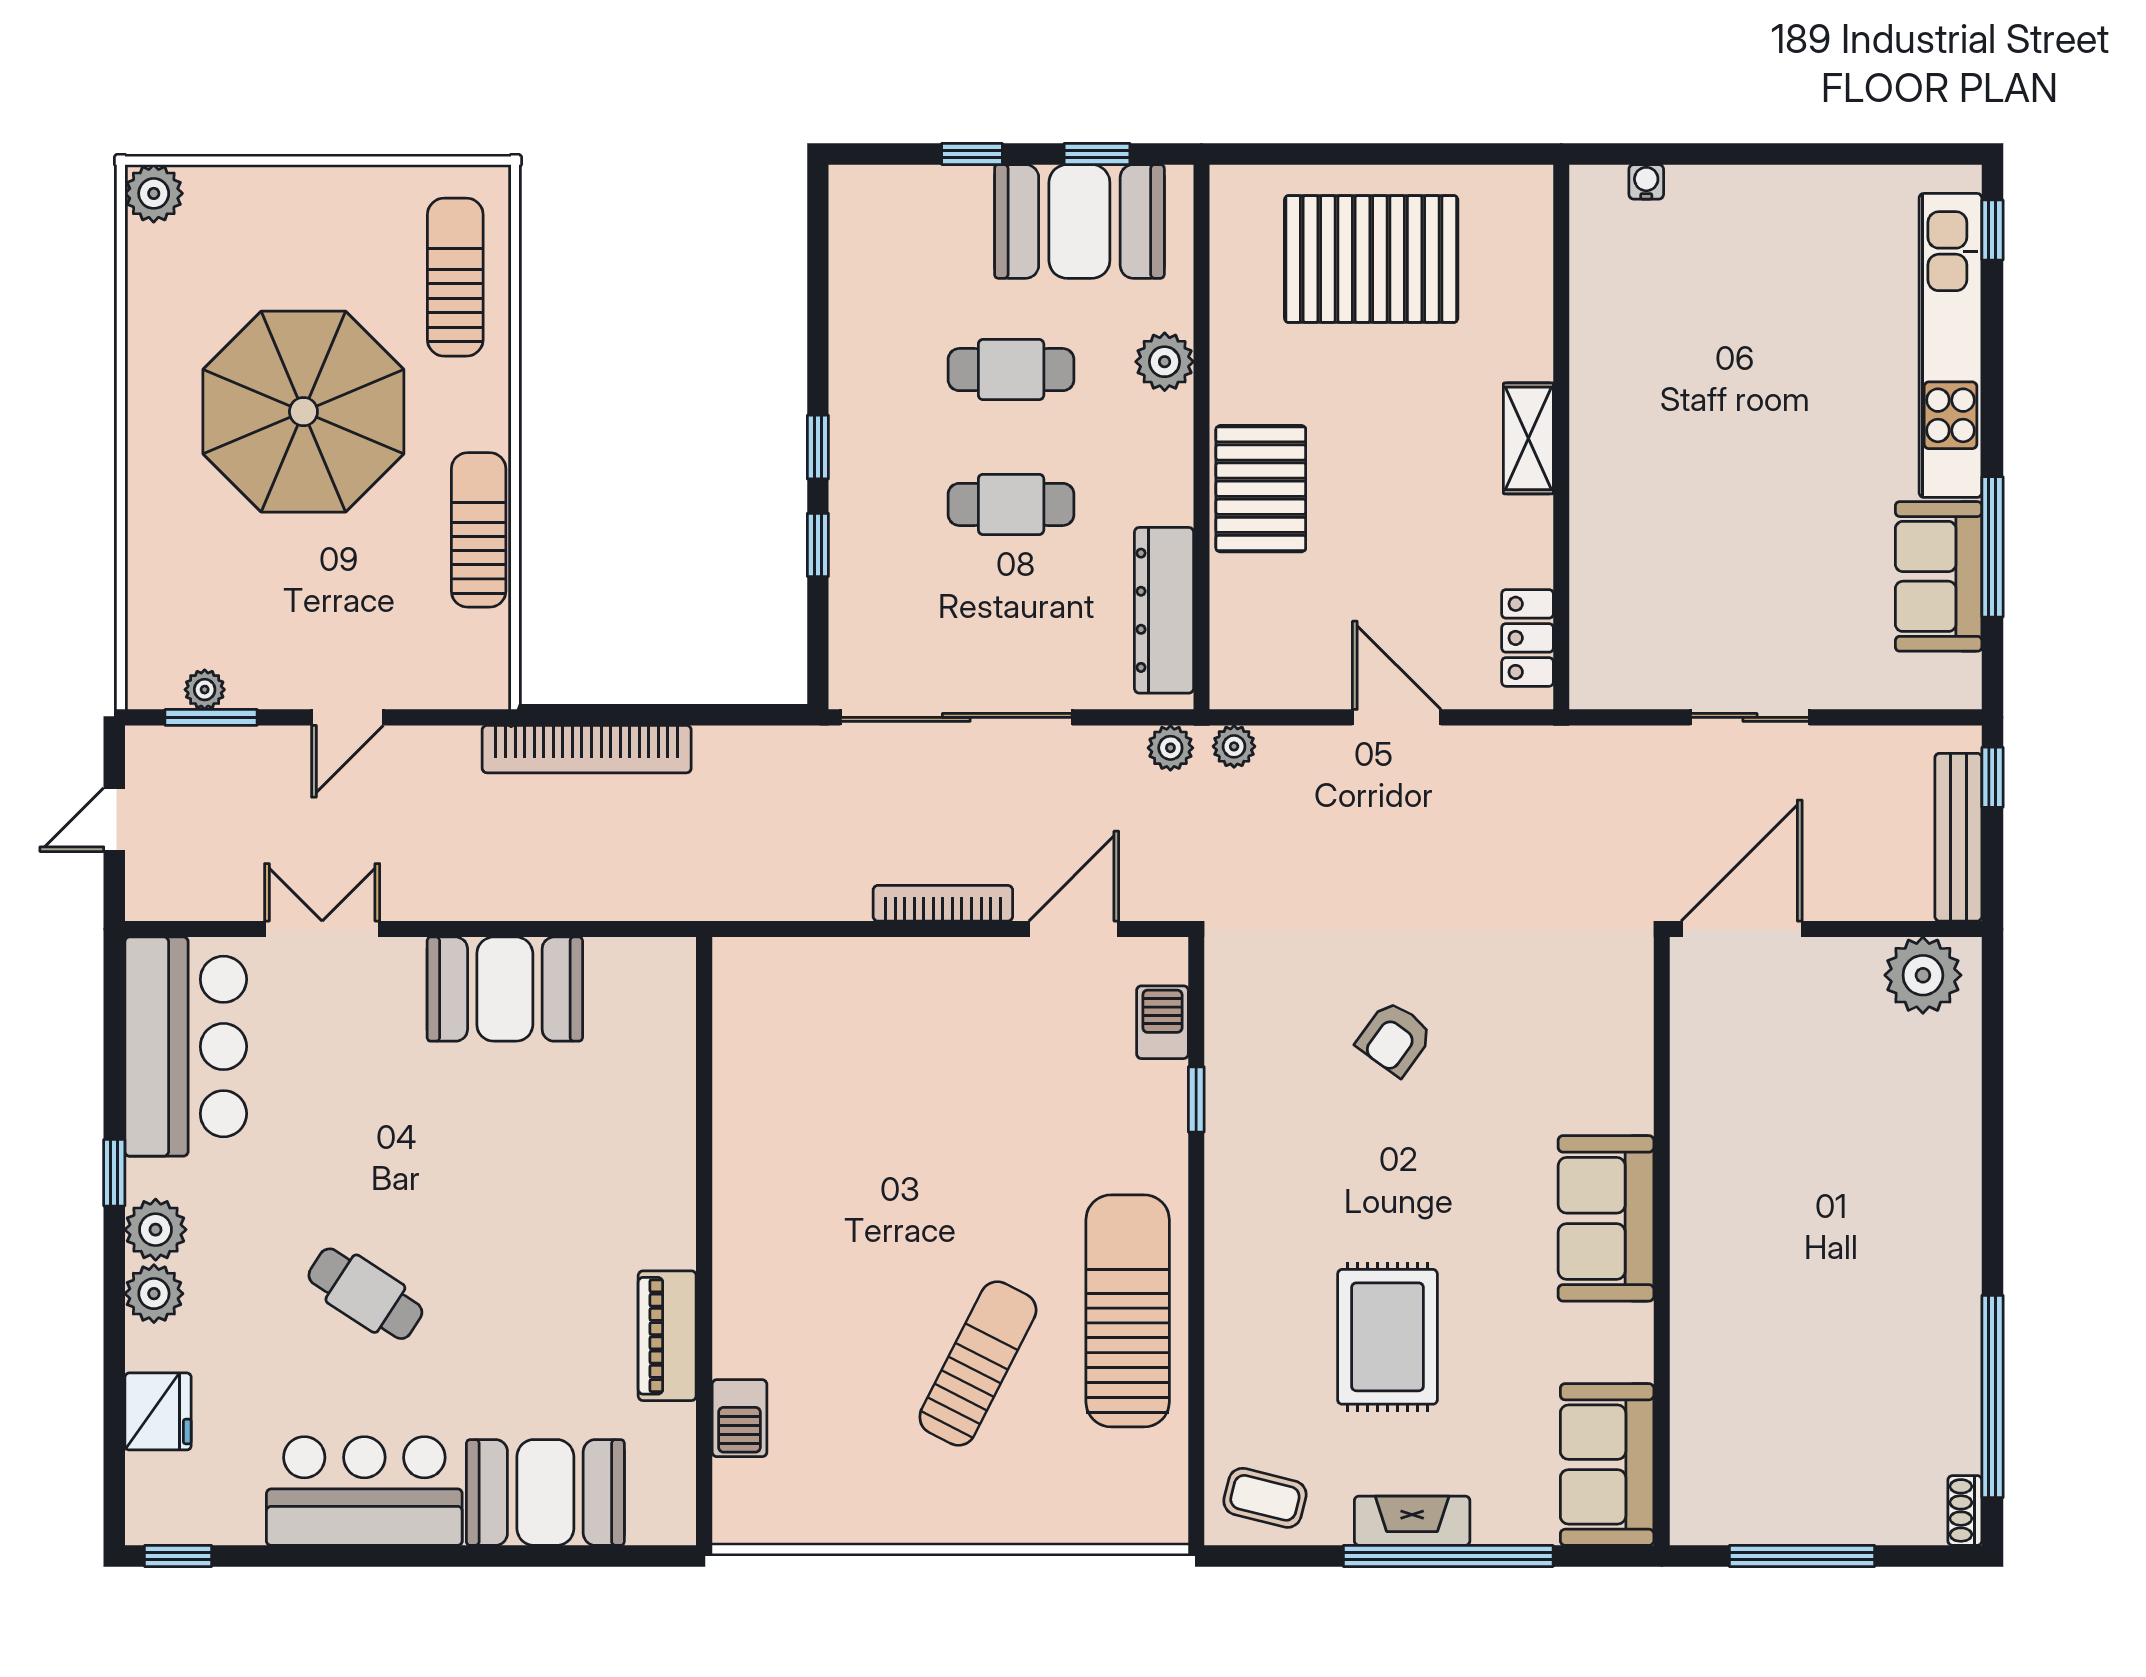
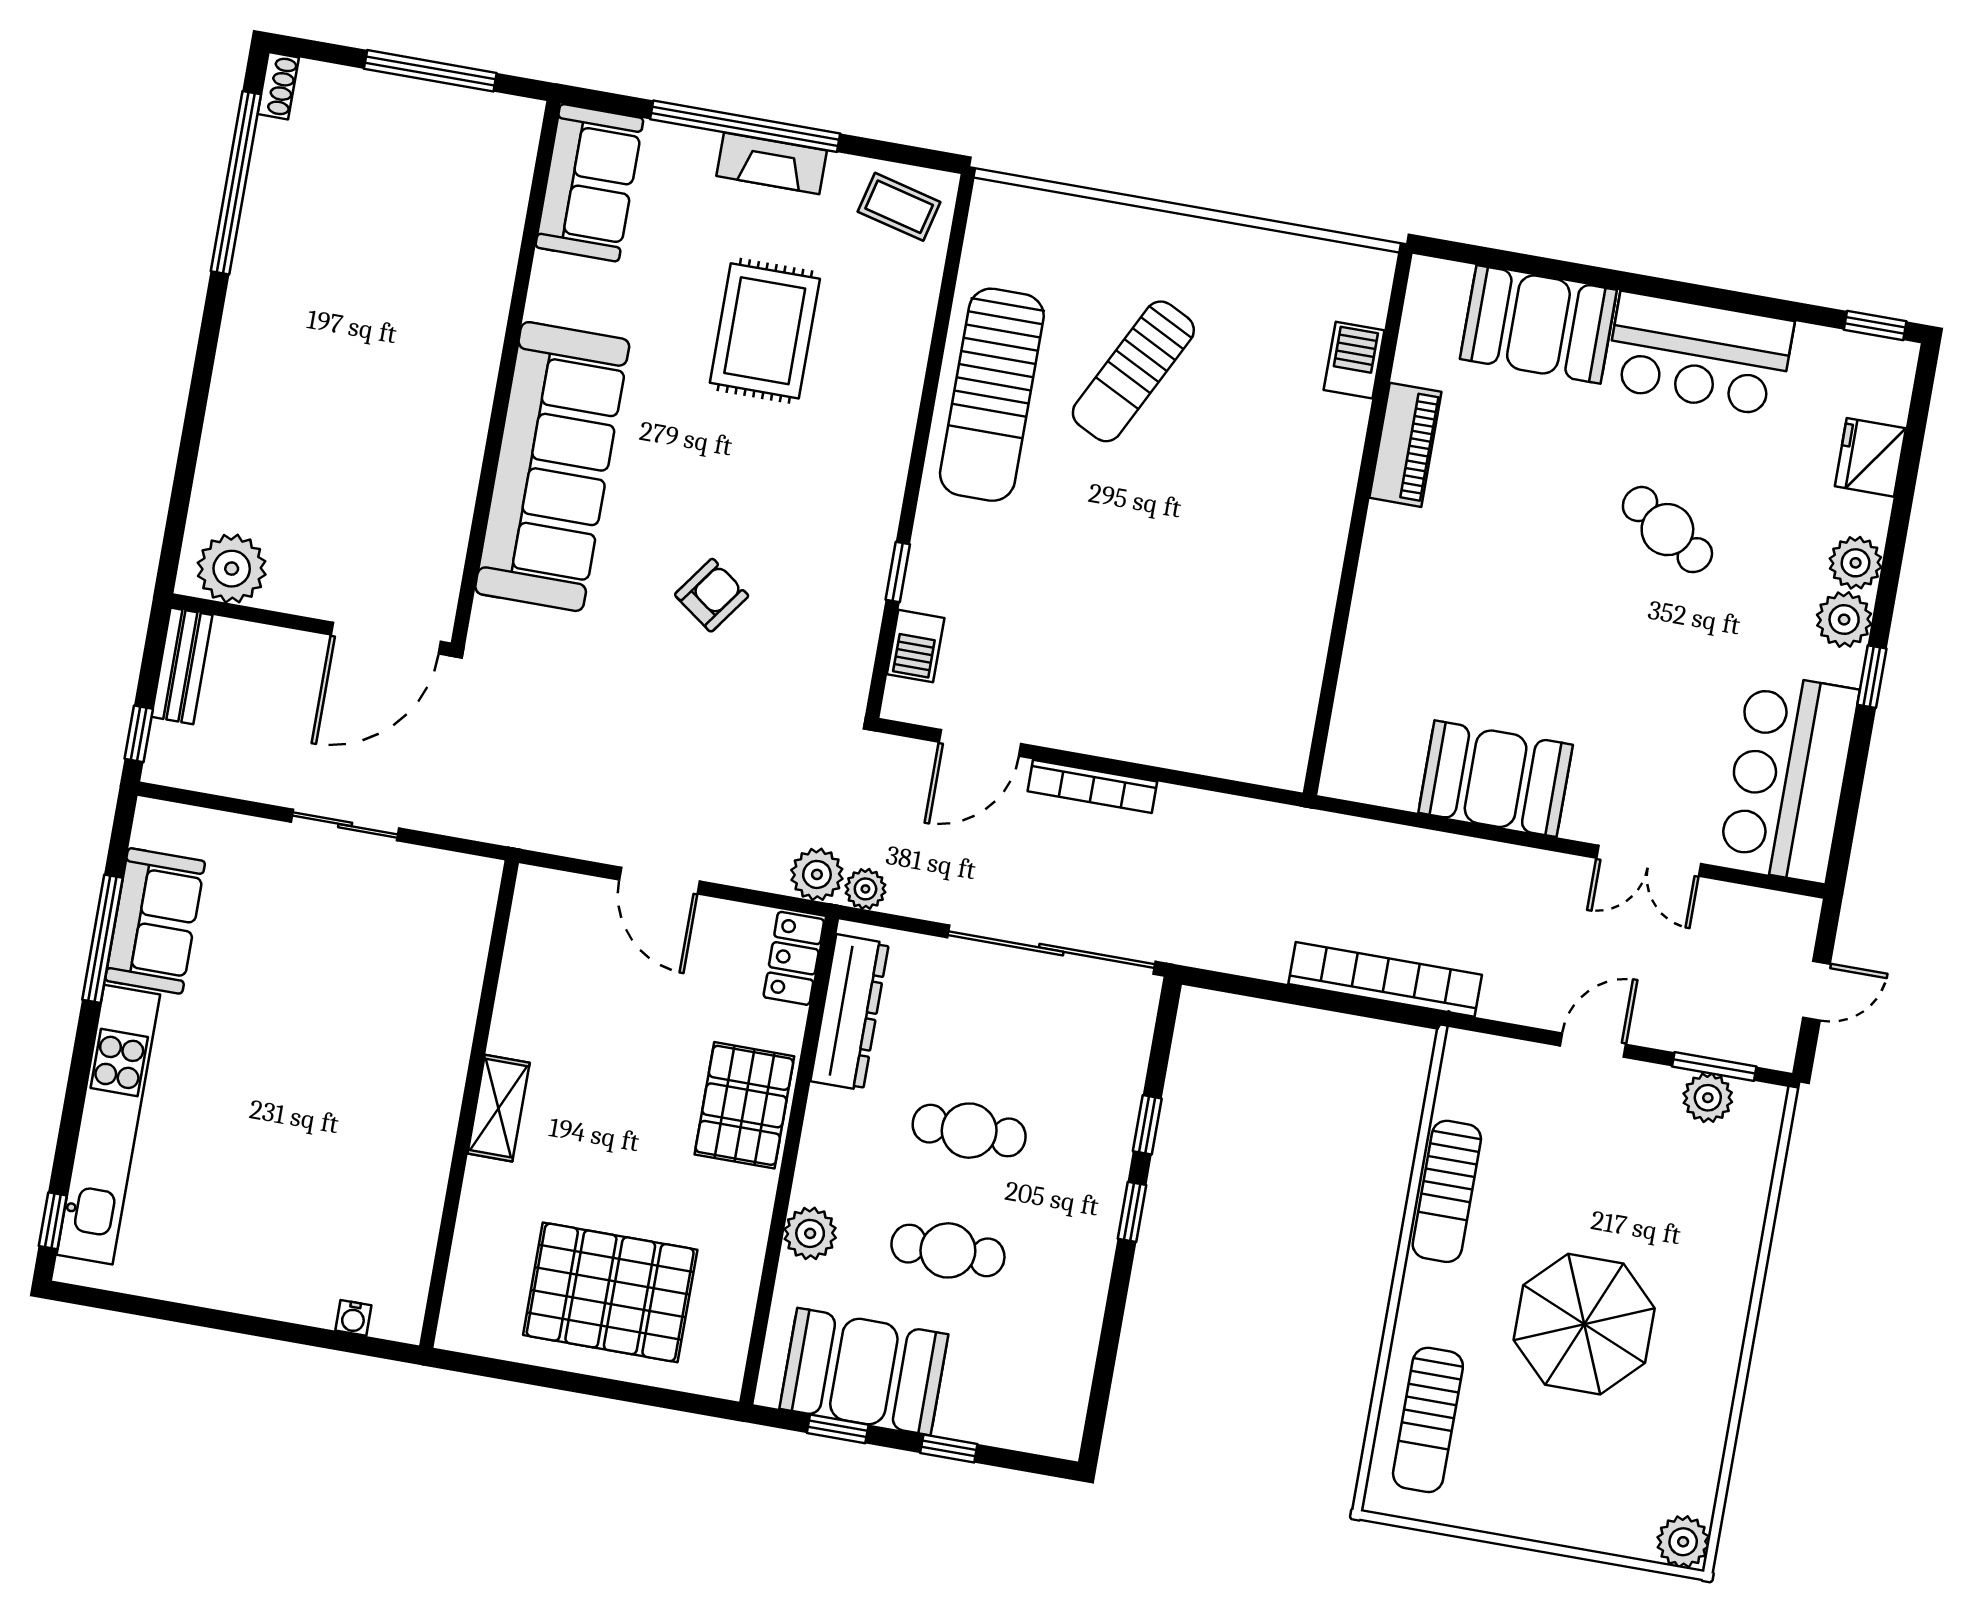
parasol: (303, 412) -> (1584, 1324), width x0.73, depth x0.73
locker: (1528, 638) -> (794, 958), moved, turned 180
plant: (205, 690) -> (1708, 1098), width x1.38, depth x1.38
plant: (1234, 746) -> (817, 874), width x1.38, depth x1.38
bench: (1958, 837) -> (182, 666), width x0.73
sofa: (1606, 1218) -> (552, 467), width x1.85, depth x1.27

